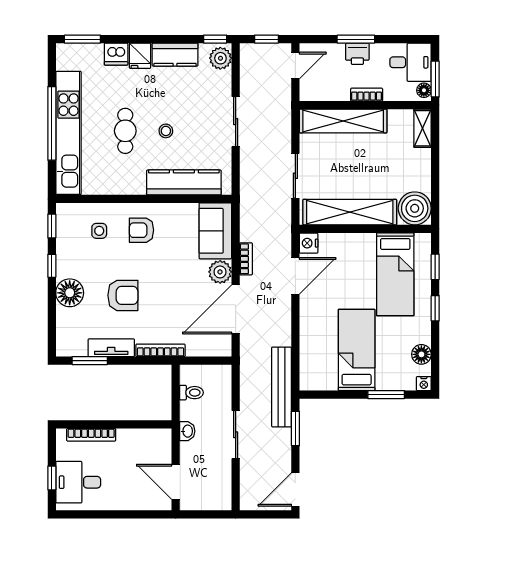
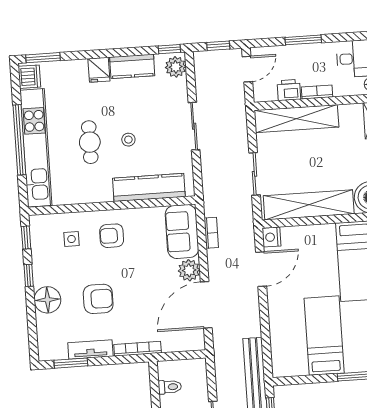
dishwasher: (116, 54) -> (29, 77), moved, turned -90
printer: (357, 54) -> (289, 90), moved, turned 180
bookcase: (246, 259) -> (211, 233), moved

